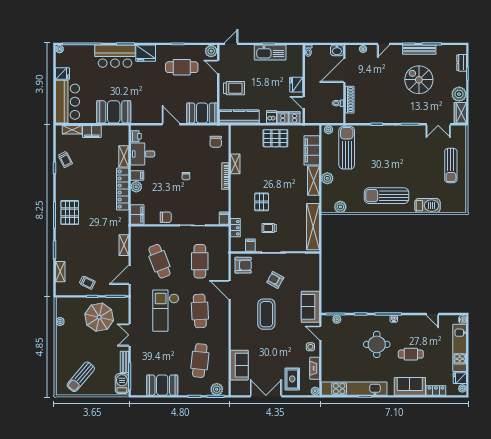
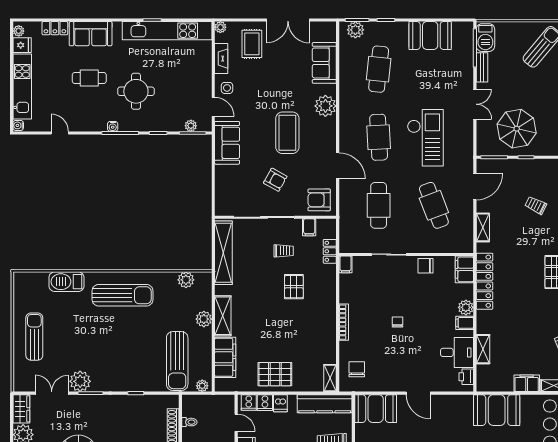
plant: (417, 133) -> (80, 381), added
shelving: (235, 164) -> (330, 378), moved
locker: (123, 189) -> (485, 281), moved
trolley: (87, 282) -> (536, 205), moved
plant: (239, 334) -> (325, 106), added

